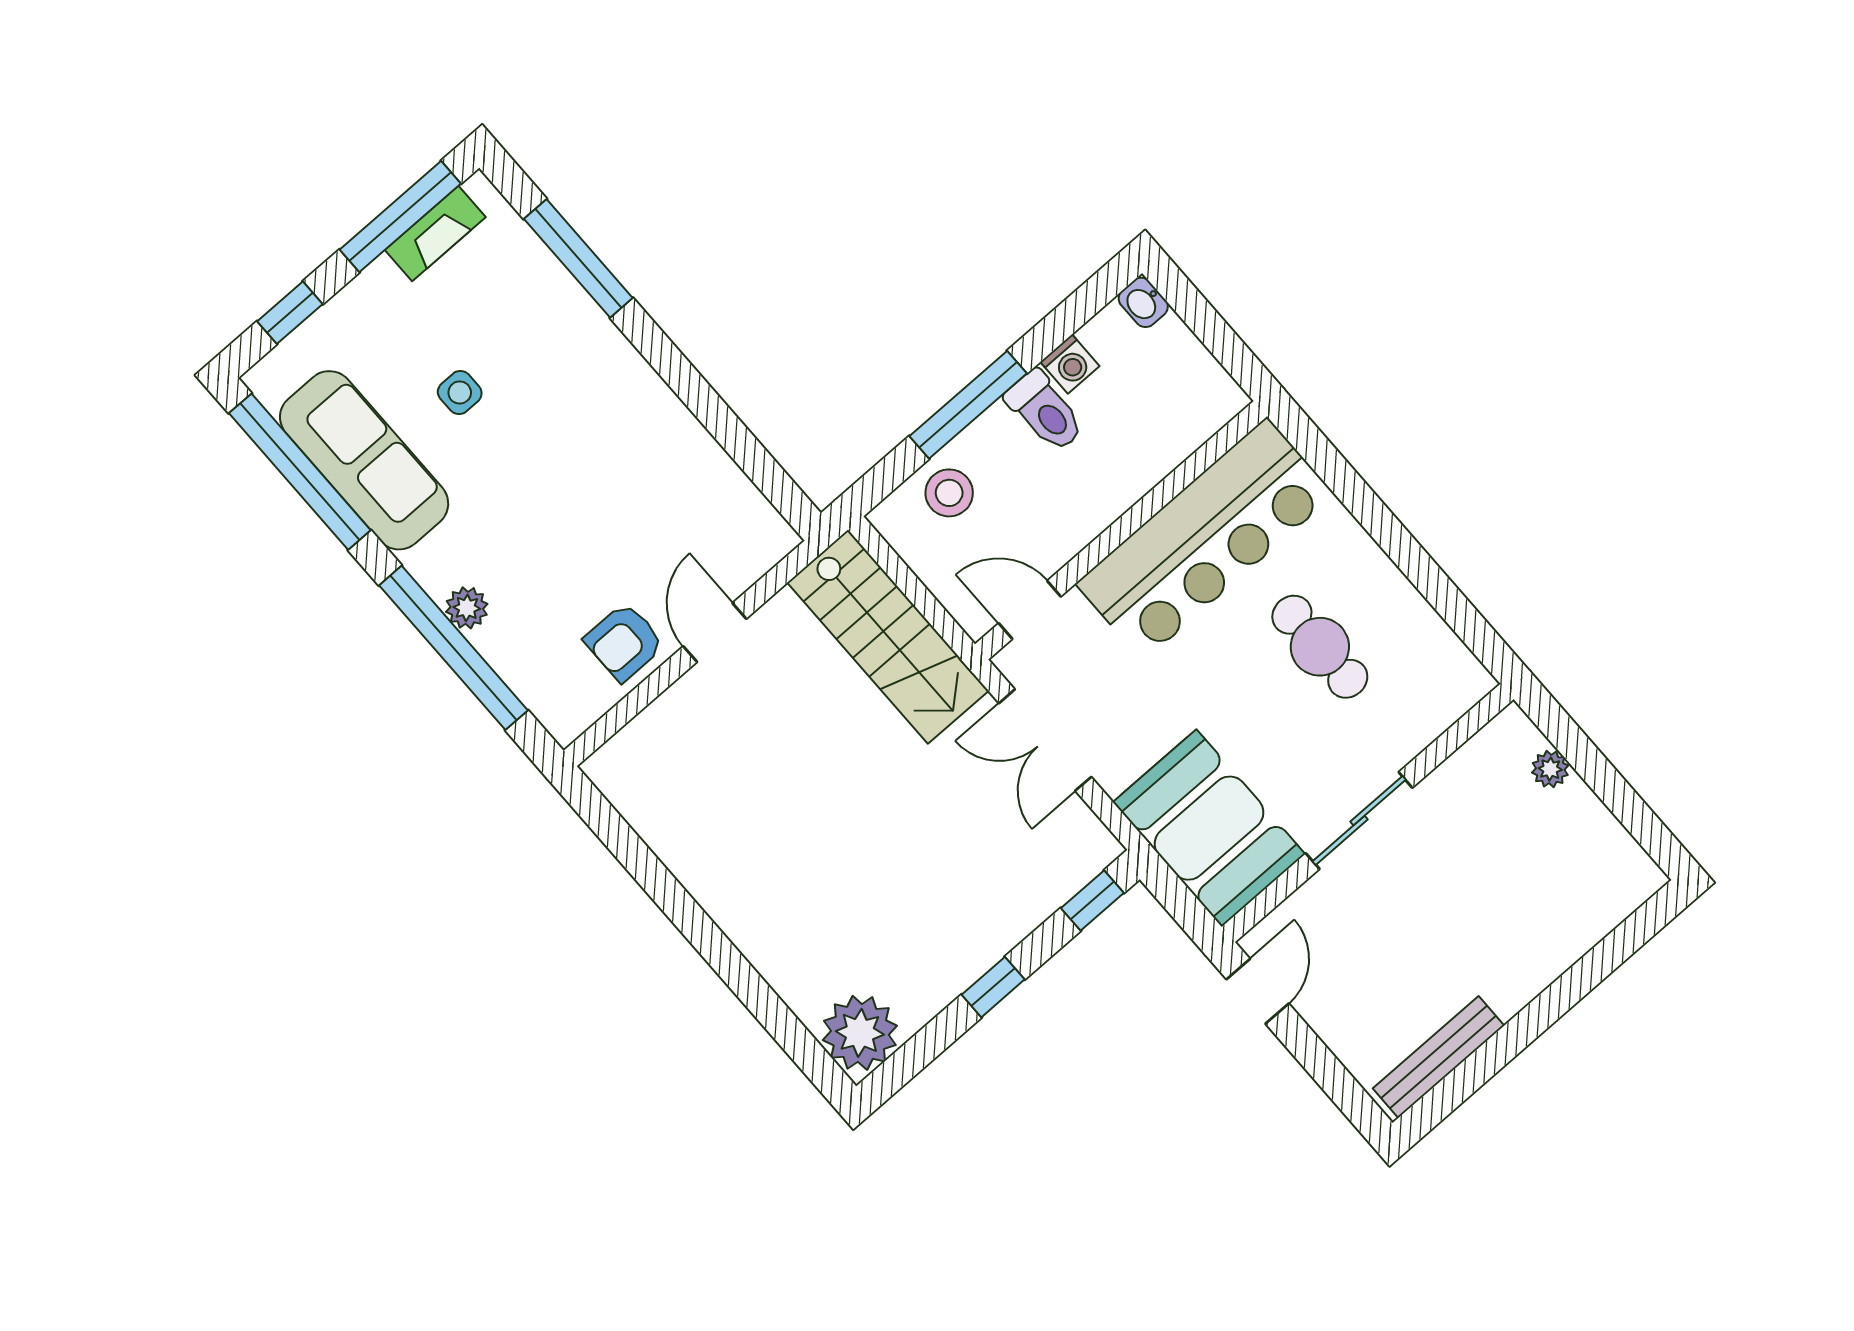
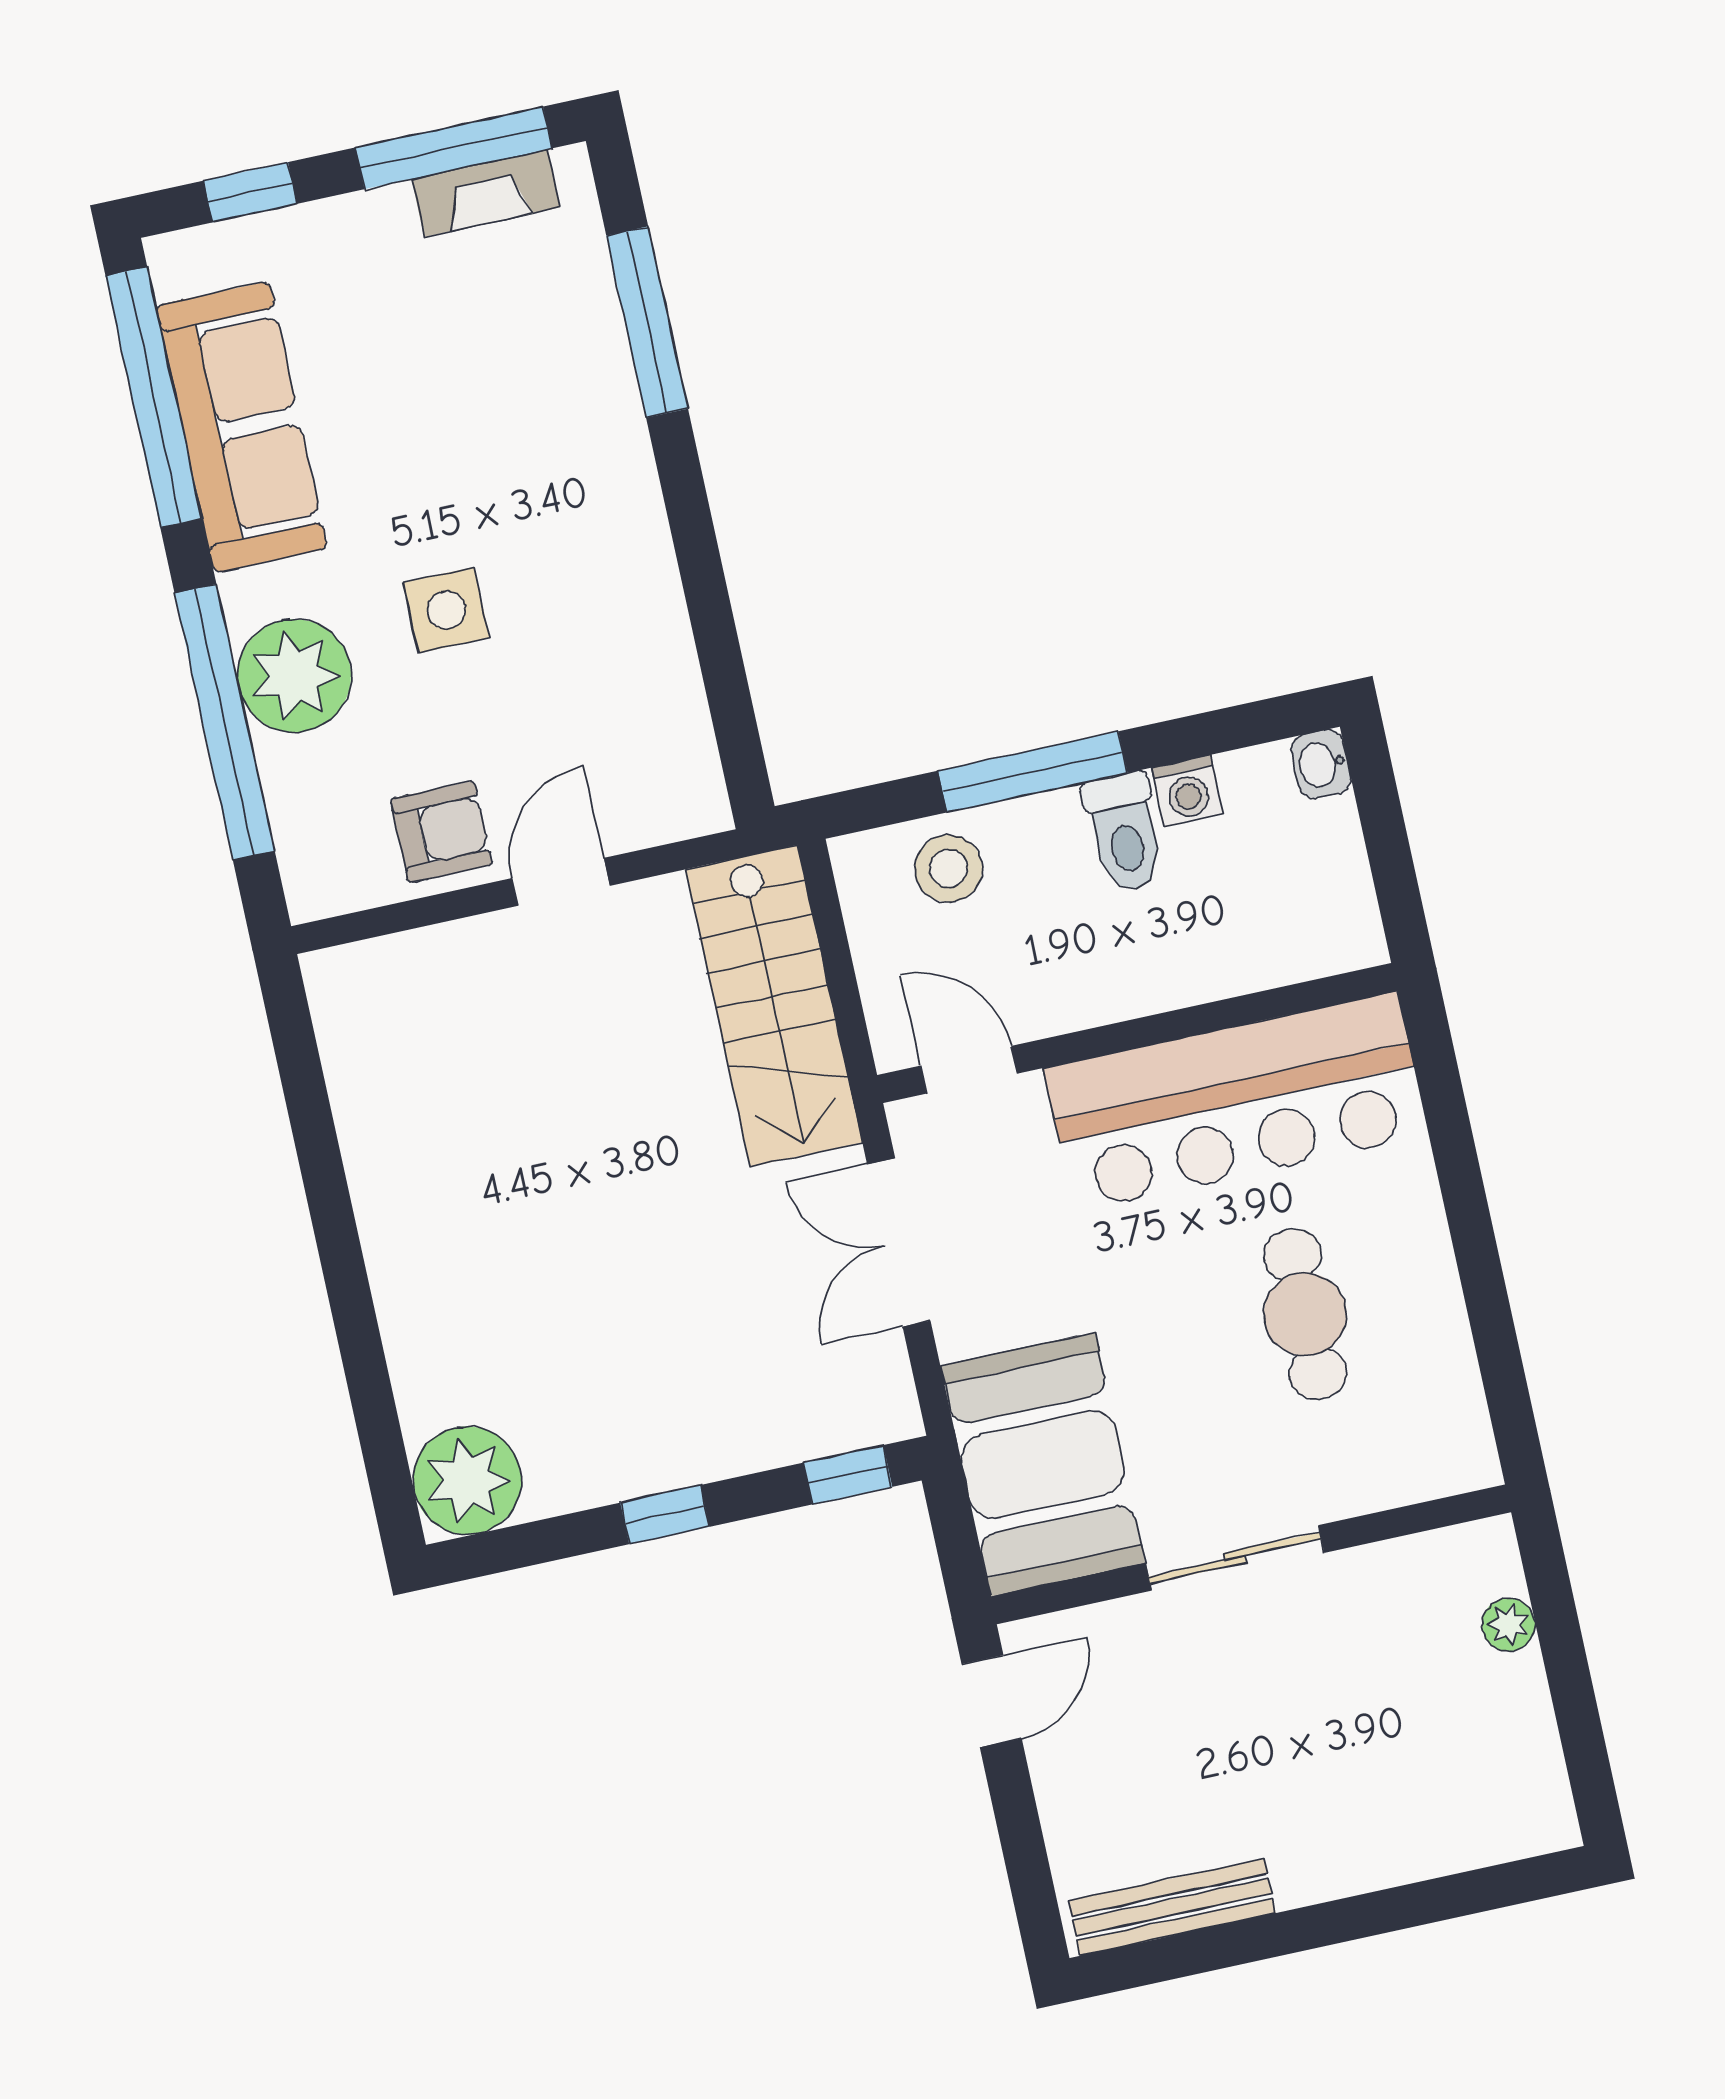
side table: (460, 393) -> (446, 610), moved, width x1.37, depth x1.37
plant: (467, 608) -> (294, 676), width x1.88, depth x1.88
armchair: (624, 642) -> (441, 832), turned 180

